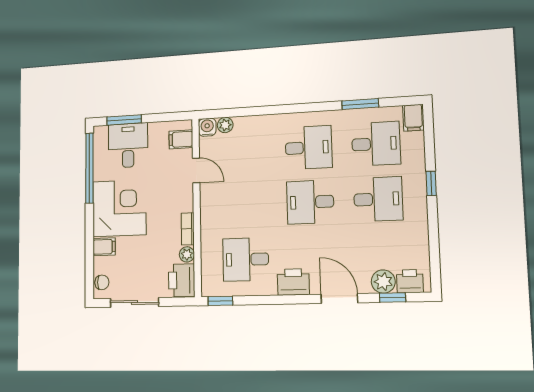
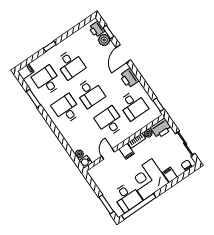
filing cabinet: (181, 139) -> (127, 151), moved
desk: (128, 145) -> (127, 197), moved, turned -90
desk: (378, 199) -> (70, 64), turned 180
desk: (245, 205) -> (110, 121), added

